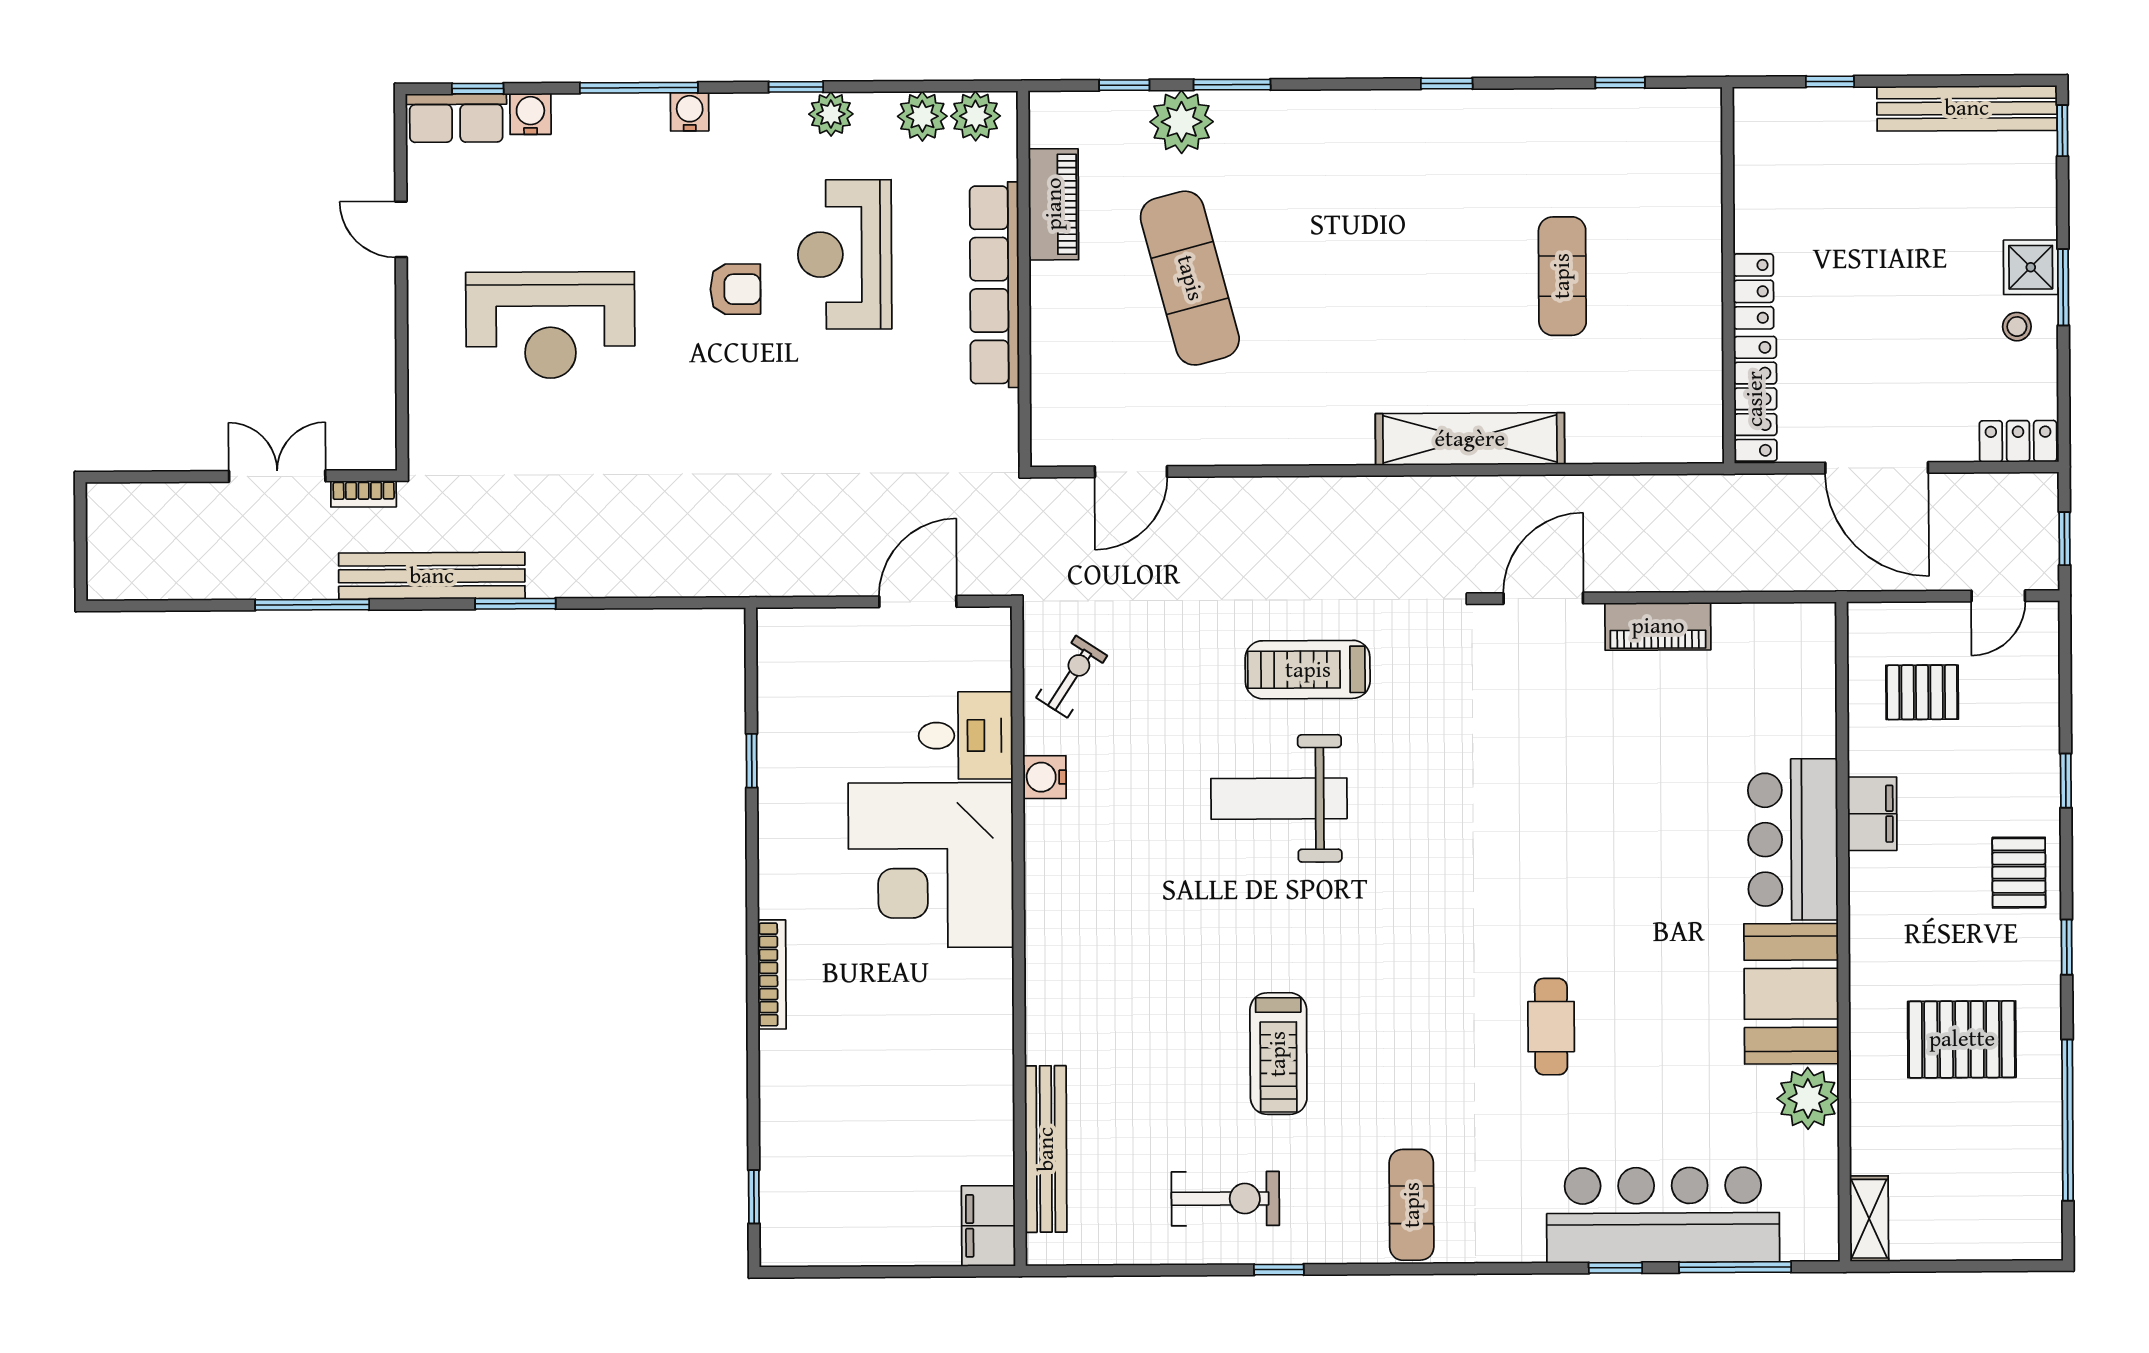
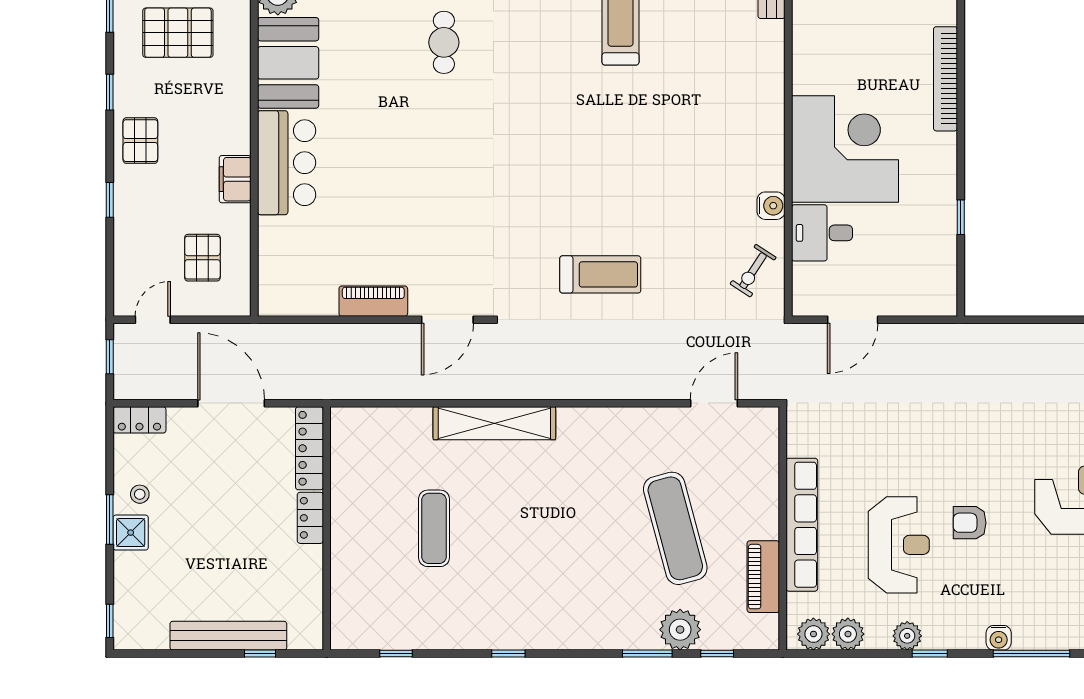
bench: (1967, 108) -> (228, 636), moved
pallet: (1922, 692) -> (202, 258), turned 90
weight bench: (1279, 799) -> (619, 191), removed
bookcase: (772, 974) -> (945, 79), width x1.48, depth x1.31

